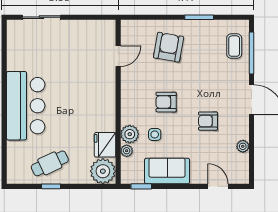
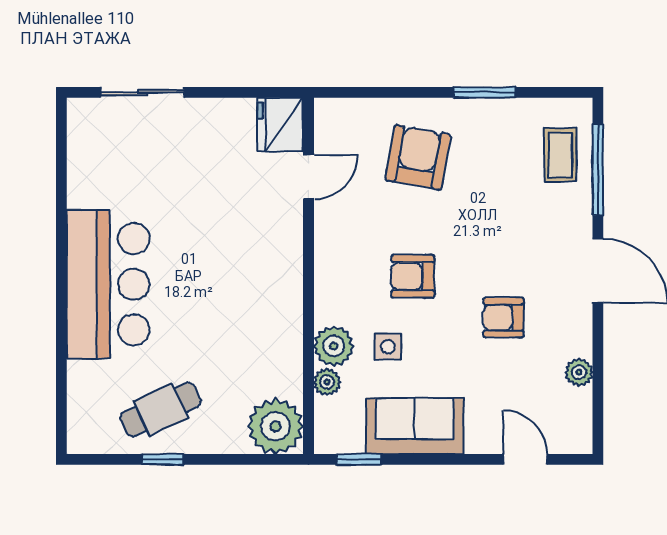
fridge: (105, 145) -> (280, 124), moved

